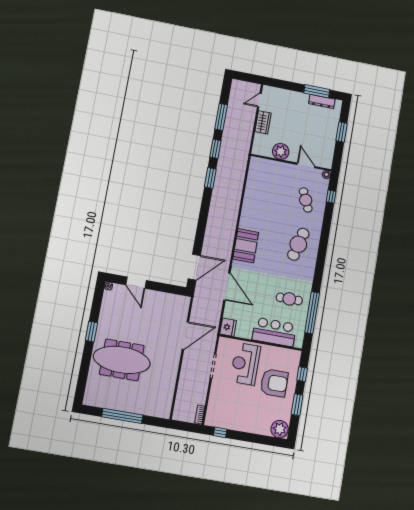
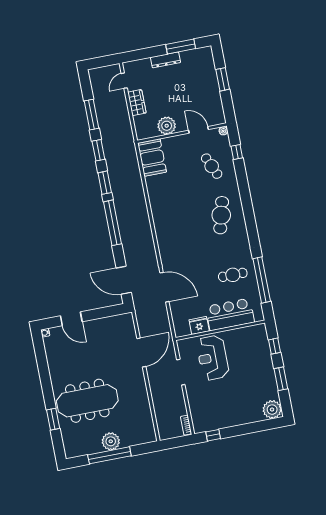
dresser: (322, 101) -> (165, 60), moved
window: (204, 214) -> (113, 223), added
booth: (246, 246) -> (152, 158), moved
door: (194, 267) -> (124, 280), swing flipped
fridge: (228, 327) -> (199, 325), moved, turned -90
window: (91, 332) -> (53, 419), moved
armchair: (274, 383) -> (249, 366), removed
plant: (128, 404) -> (111, 441), added

